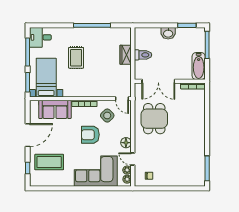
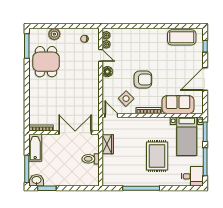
washbasin: (168, 33) -> (37, 180), moved
wardrobe: (126, 55) -> (108, 144), moved
rug: (76, 58) -> (157, 156), width x1.36, depth x1.43
dining table: (154, 119) -> (46, 62), moved
coffee table: (49, 162) -> (182, 37), moved
corner sofa: (96, 171) -> (138, 43), removed
plant: (179, 180) -> (54, 34), added

